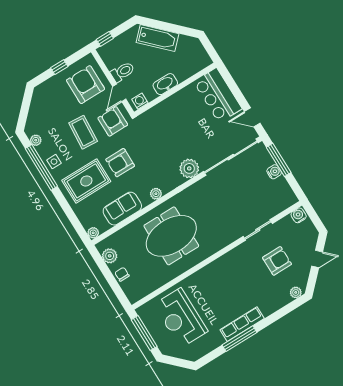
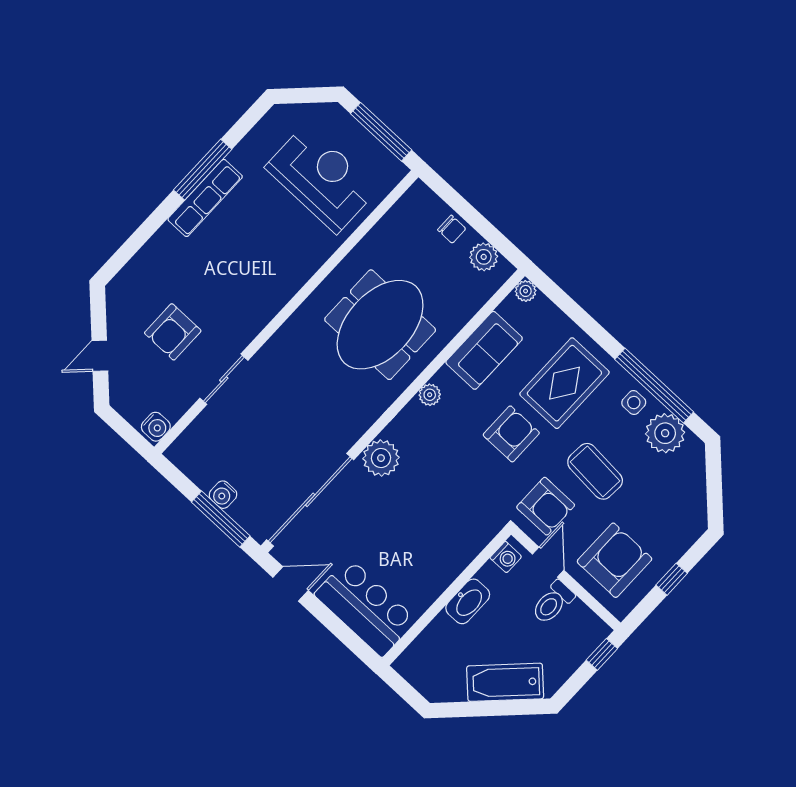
armchair: (86, 85) -> (614, 560), turned -90
plant: (36, 140) -> (665, 433), width x1.88, depth x1.88
plant: (296, 292) -> (122, 283), removed

